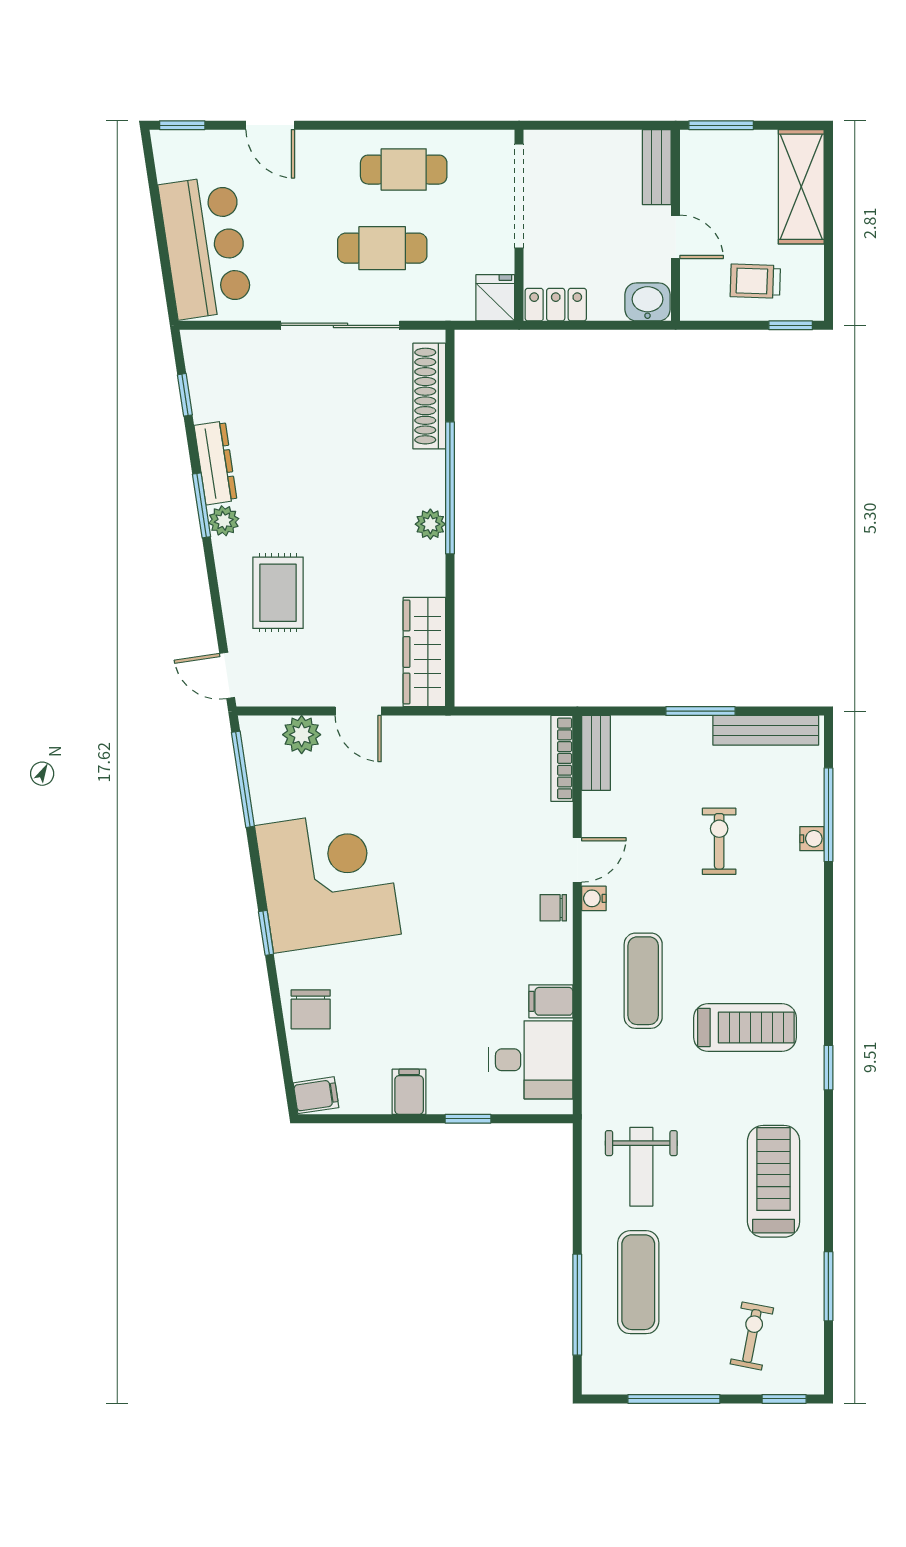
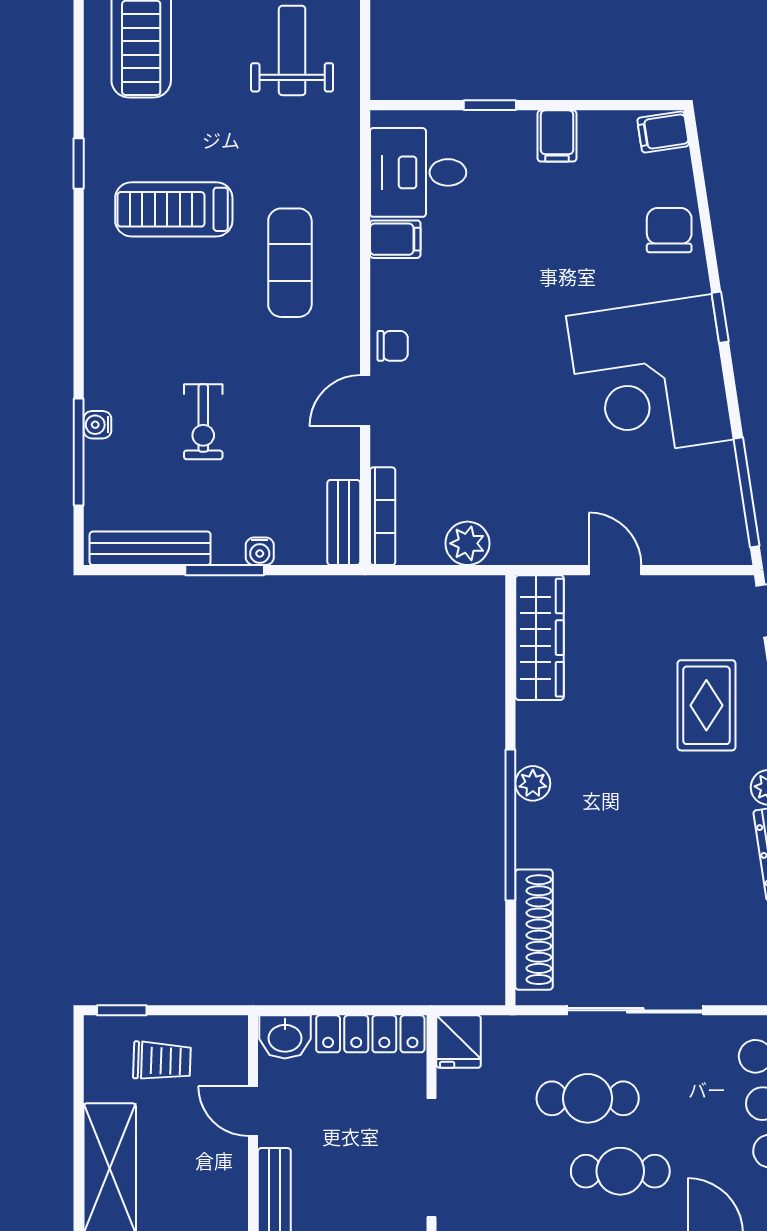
cafe table: (404, 170) -> (620, 1171), moved
locker: (556, 305) -> (370, 1034), width x1.53
plant: (302, 735) -> (467, 543), moved
water cooler: (594, 898) -> (260, 551), moved, turned 90

